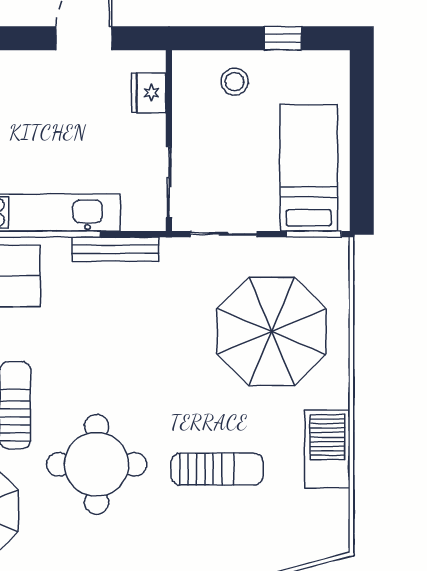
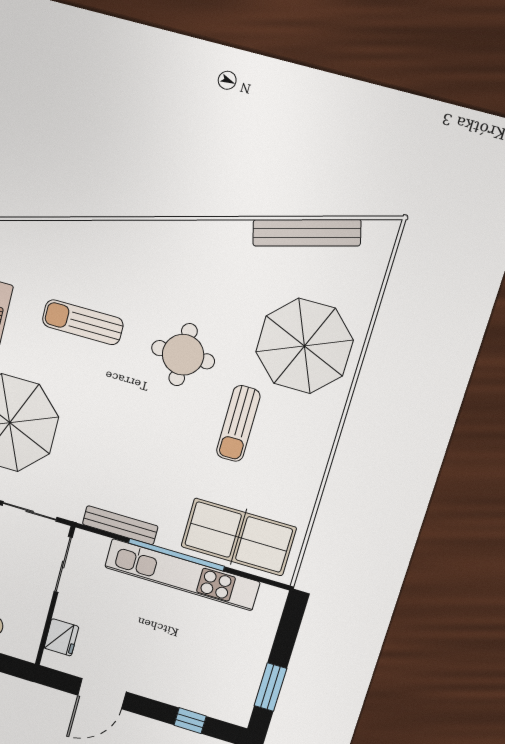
round table: (97, 464) -> (183, 355), width x0.73, depth x0.73

